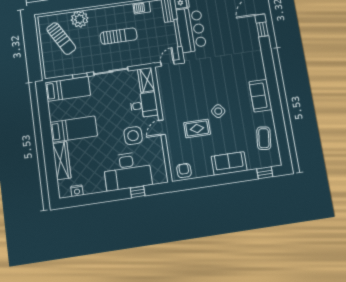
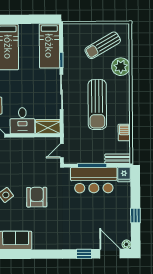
sun lounger: (119, 36) -> (97, 105), width x1.36, depth x1.34
door: (168, 63) -> (62, 151), swing flipped
armchair: (216, 81) -> (37, 197), added

